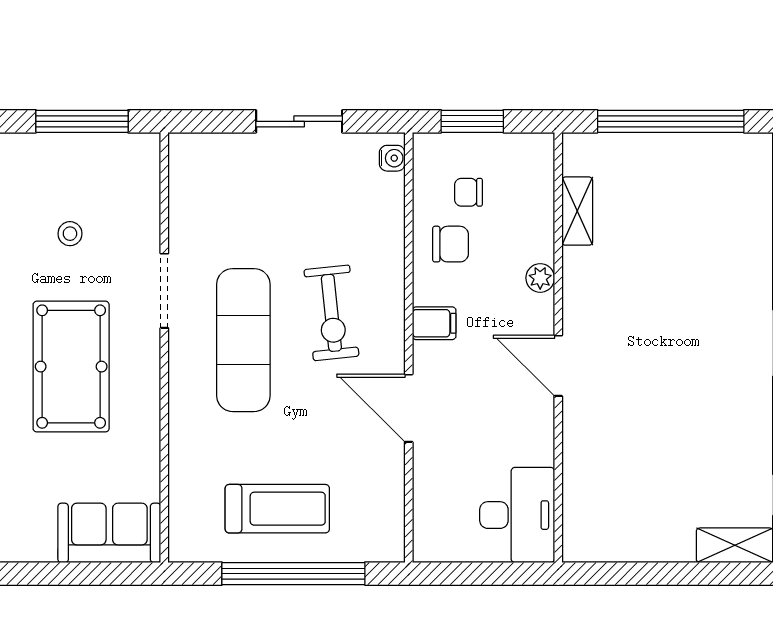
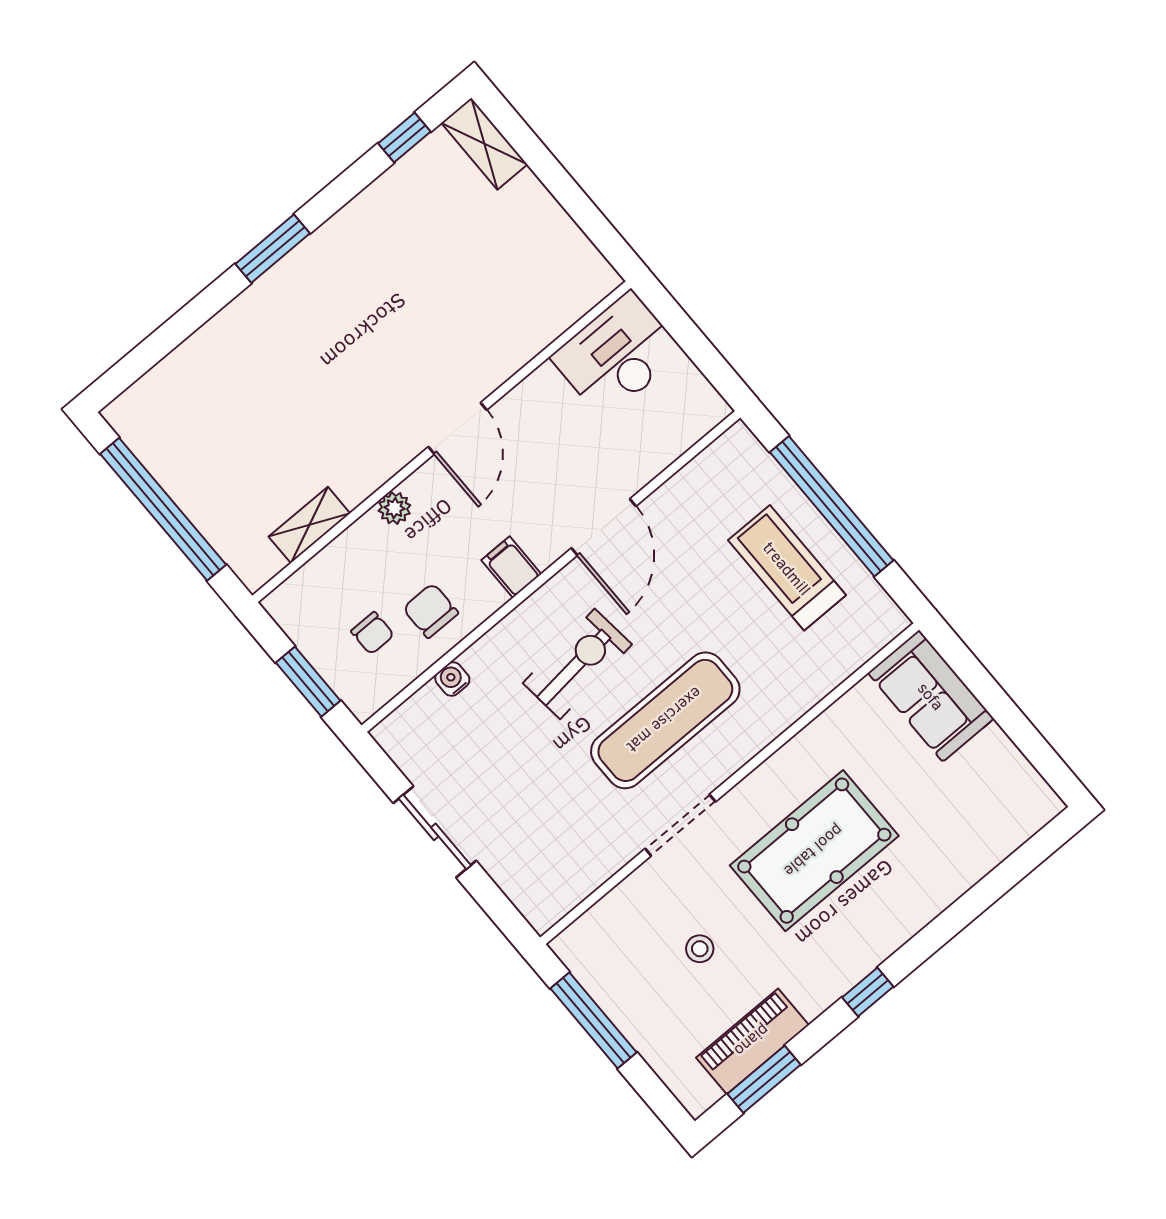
water cooler: (392, 158) -> (452, 679), moved

